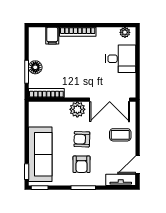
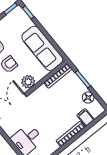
floor lamp: (35, 67) -> (88, 98), moved
sofa: (40, 154) -> (42, 48), moved

